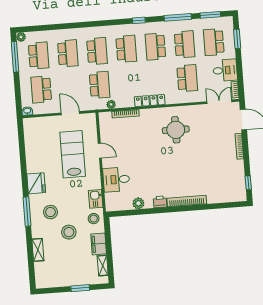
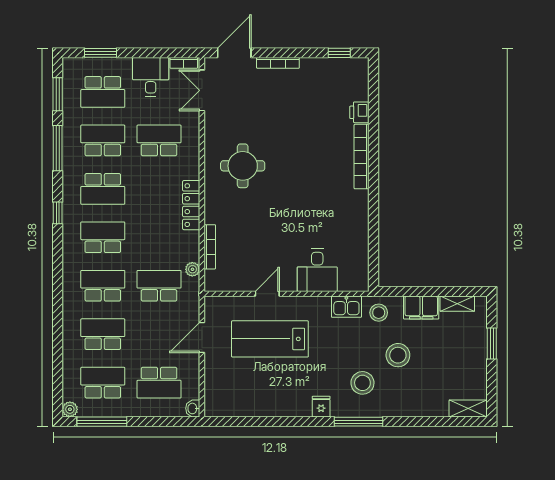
fridge: (36, 183) -> (321, 407), width x0.53, depth x0.75
printer: (160, 202) -> (359, 112), moved
plant: (138, 203) -> (359, 237), removed
shelving: (38, 250) -> (468, 409), moved

